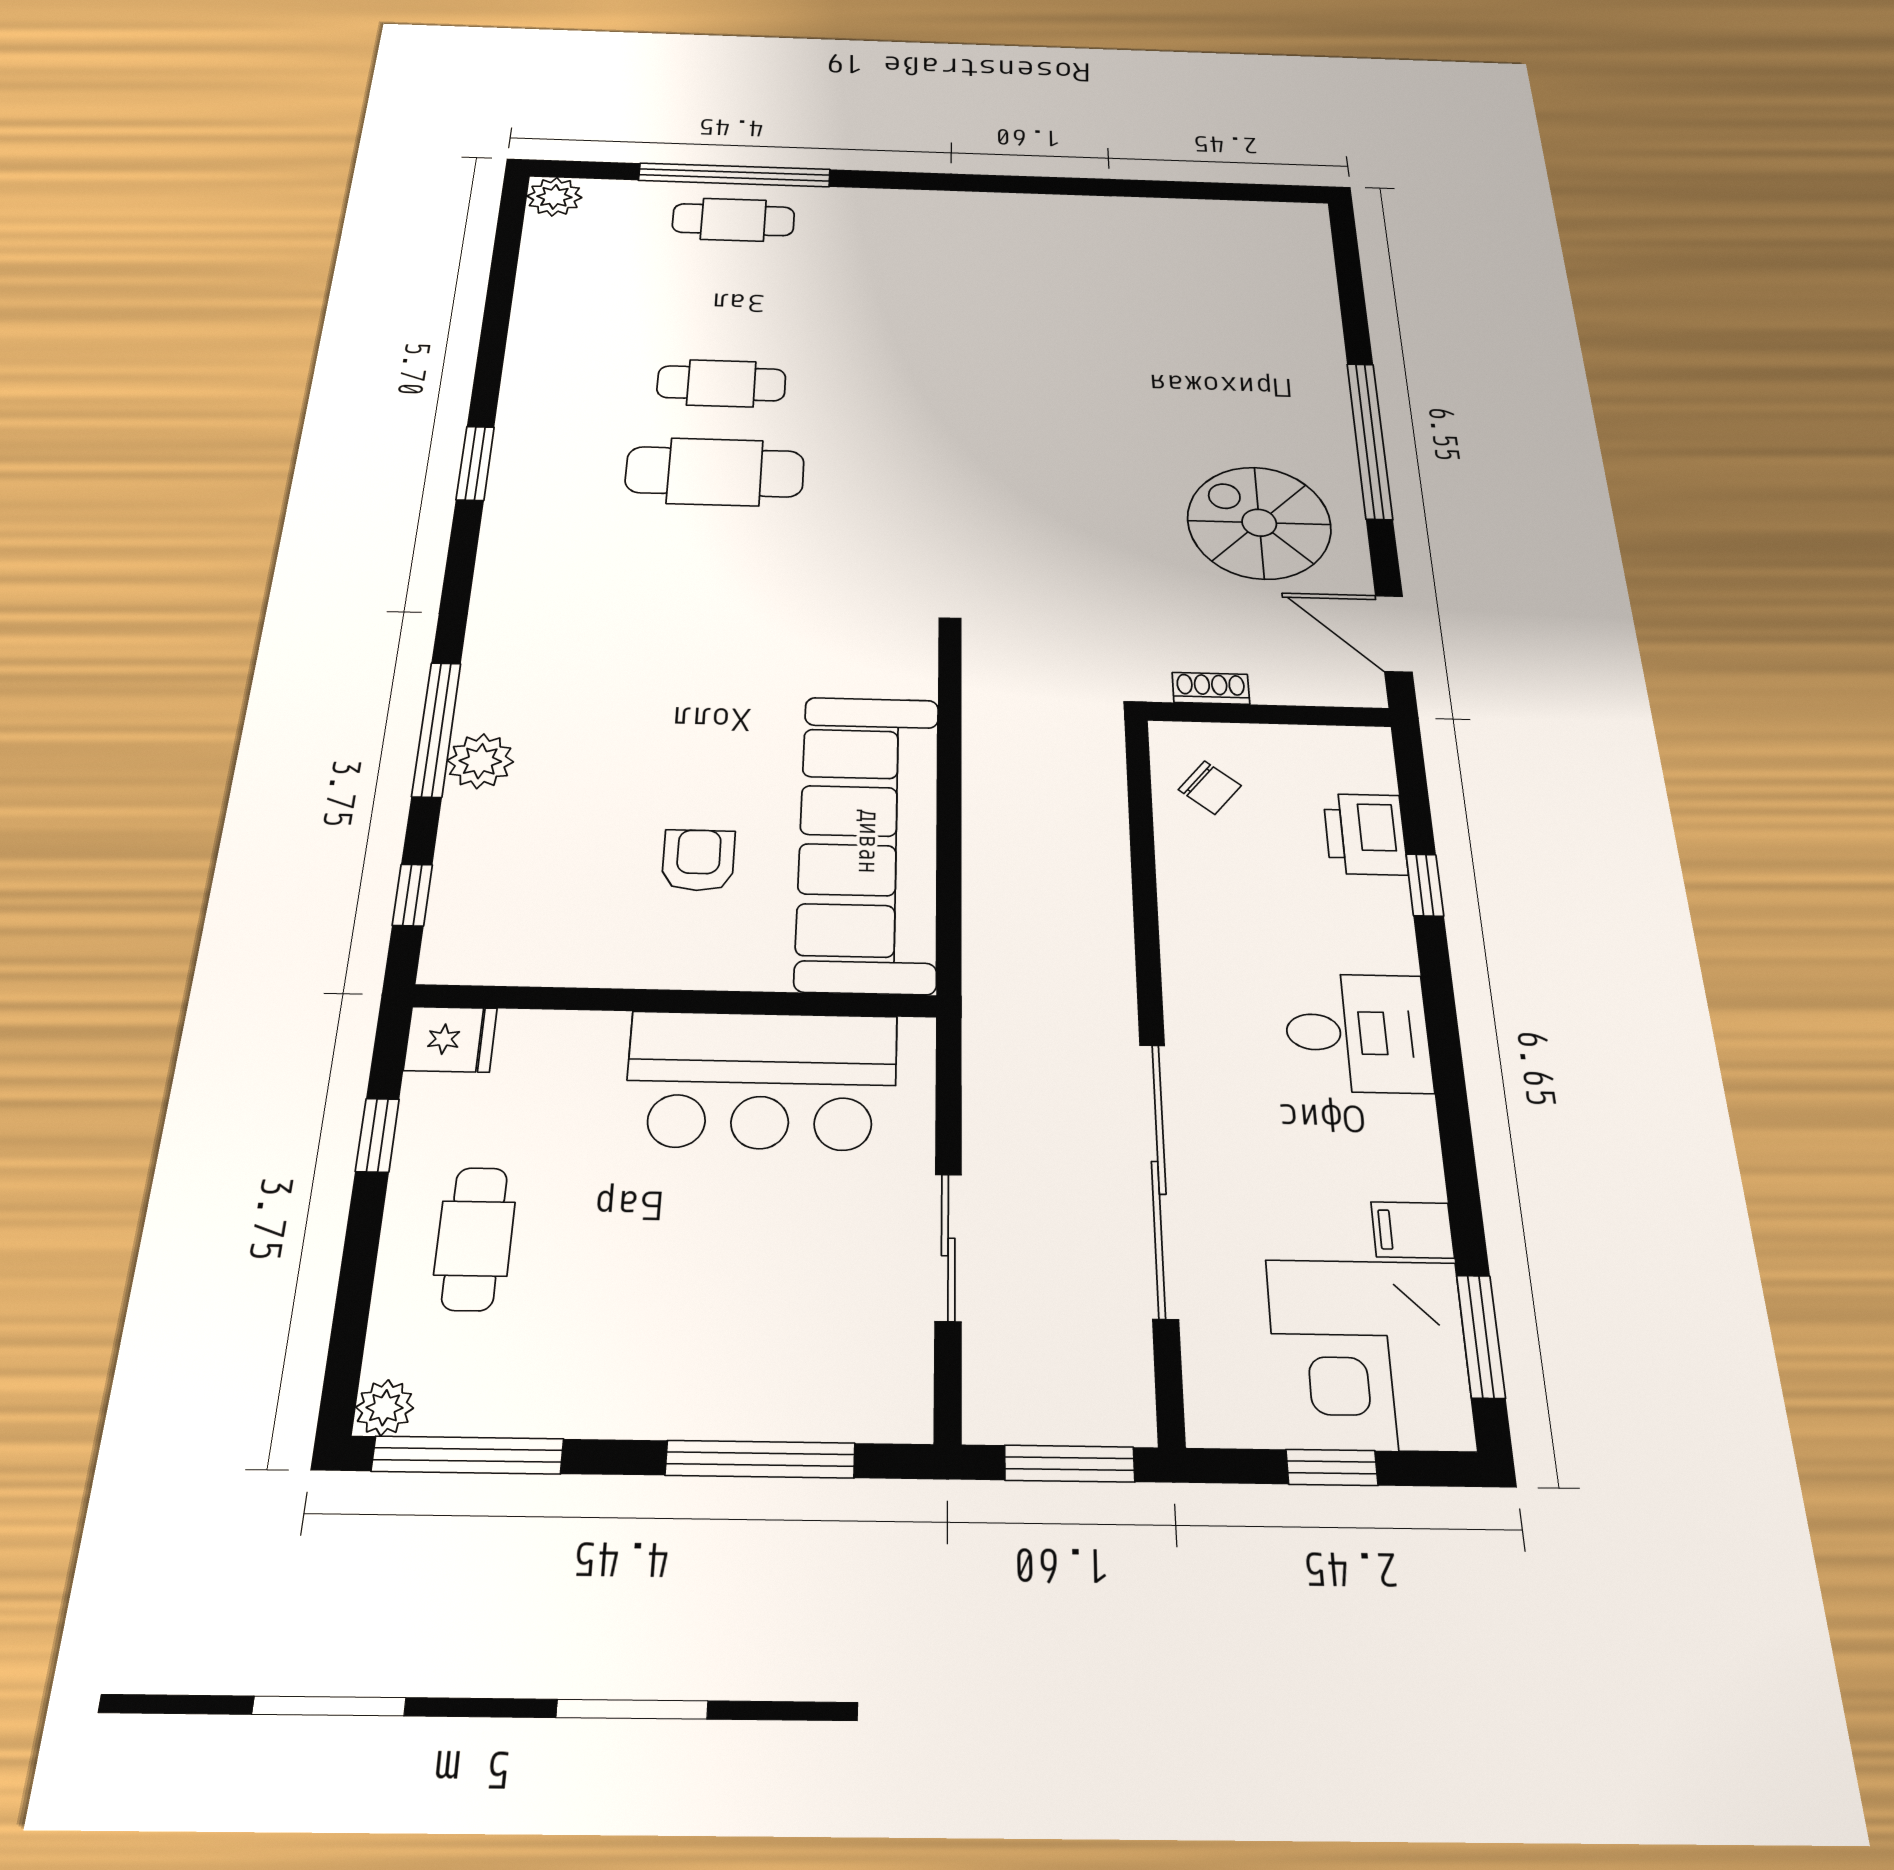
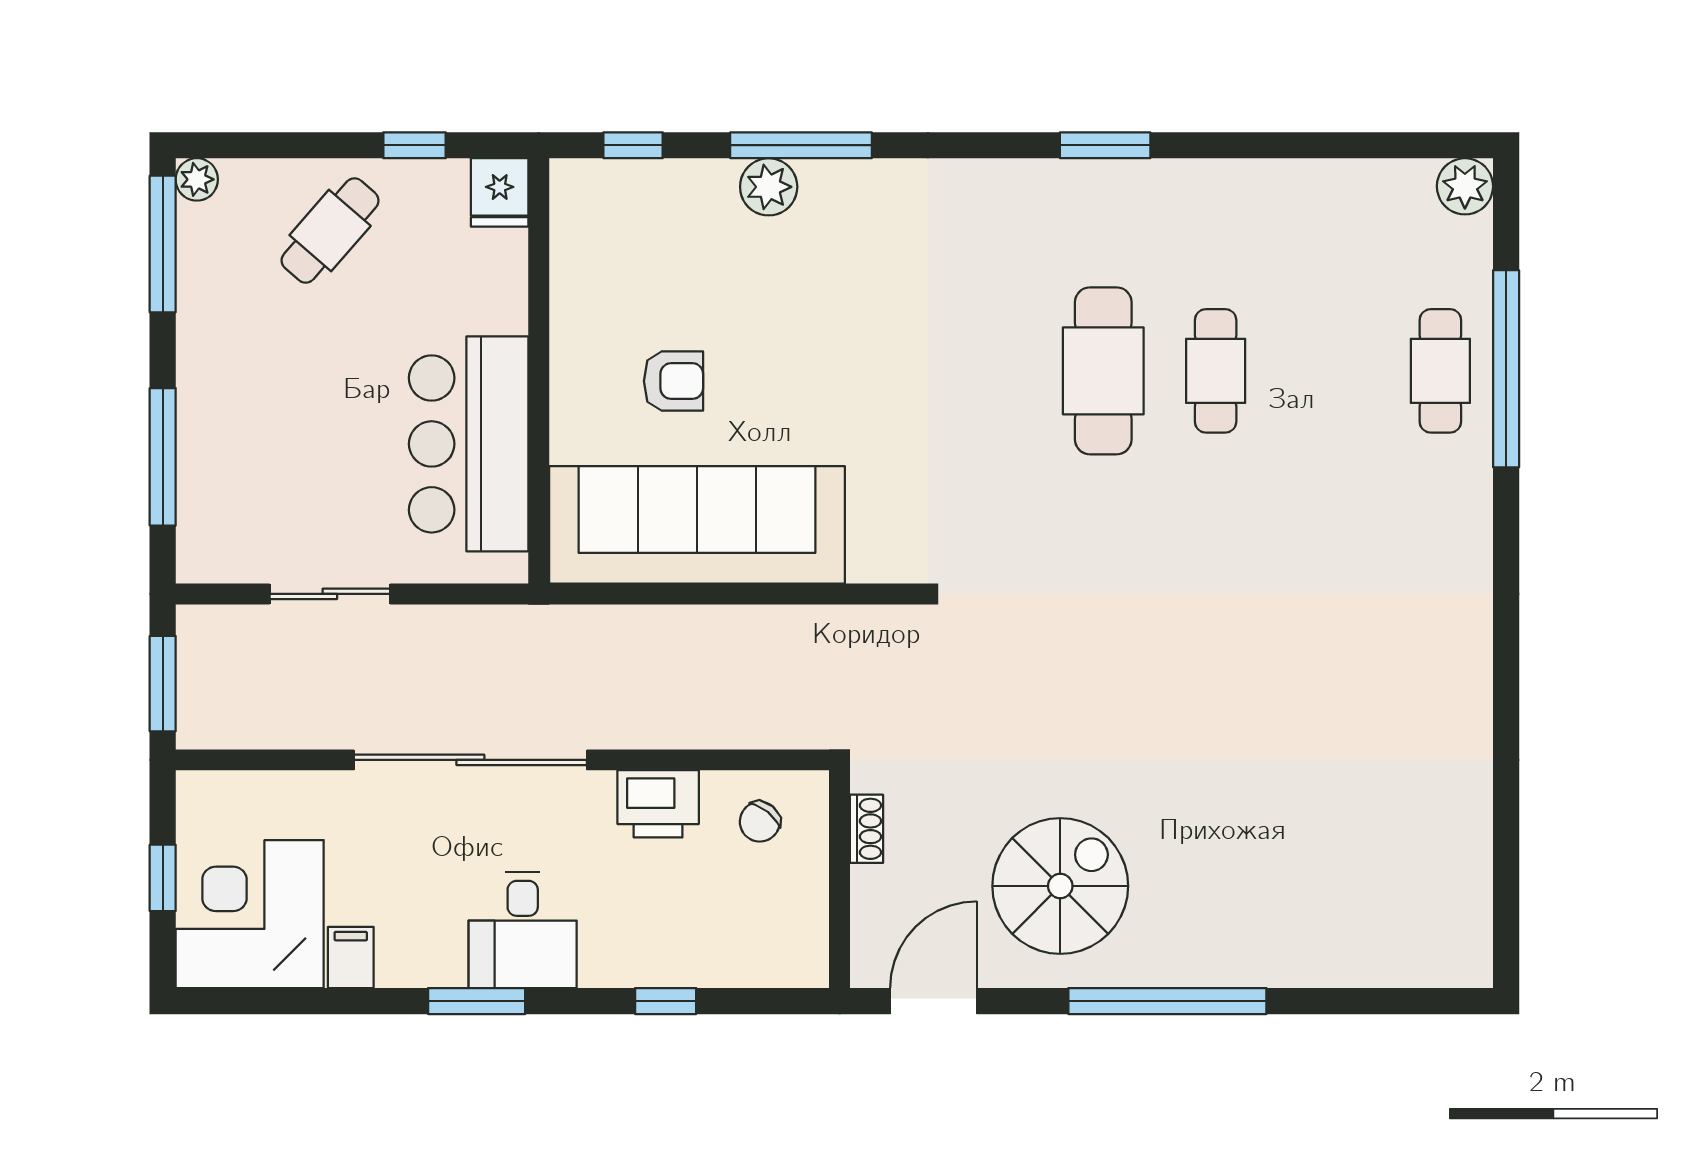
printer: (1365, 834) -> (658, 804), moved, turned 180
sliding door: (1159, 1178) -> (470, 760), moved
cafe table: (475, 1238) -> (330, 230), turned -49
window: (1481, 1336) -> (477, 1001), moved

